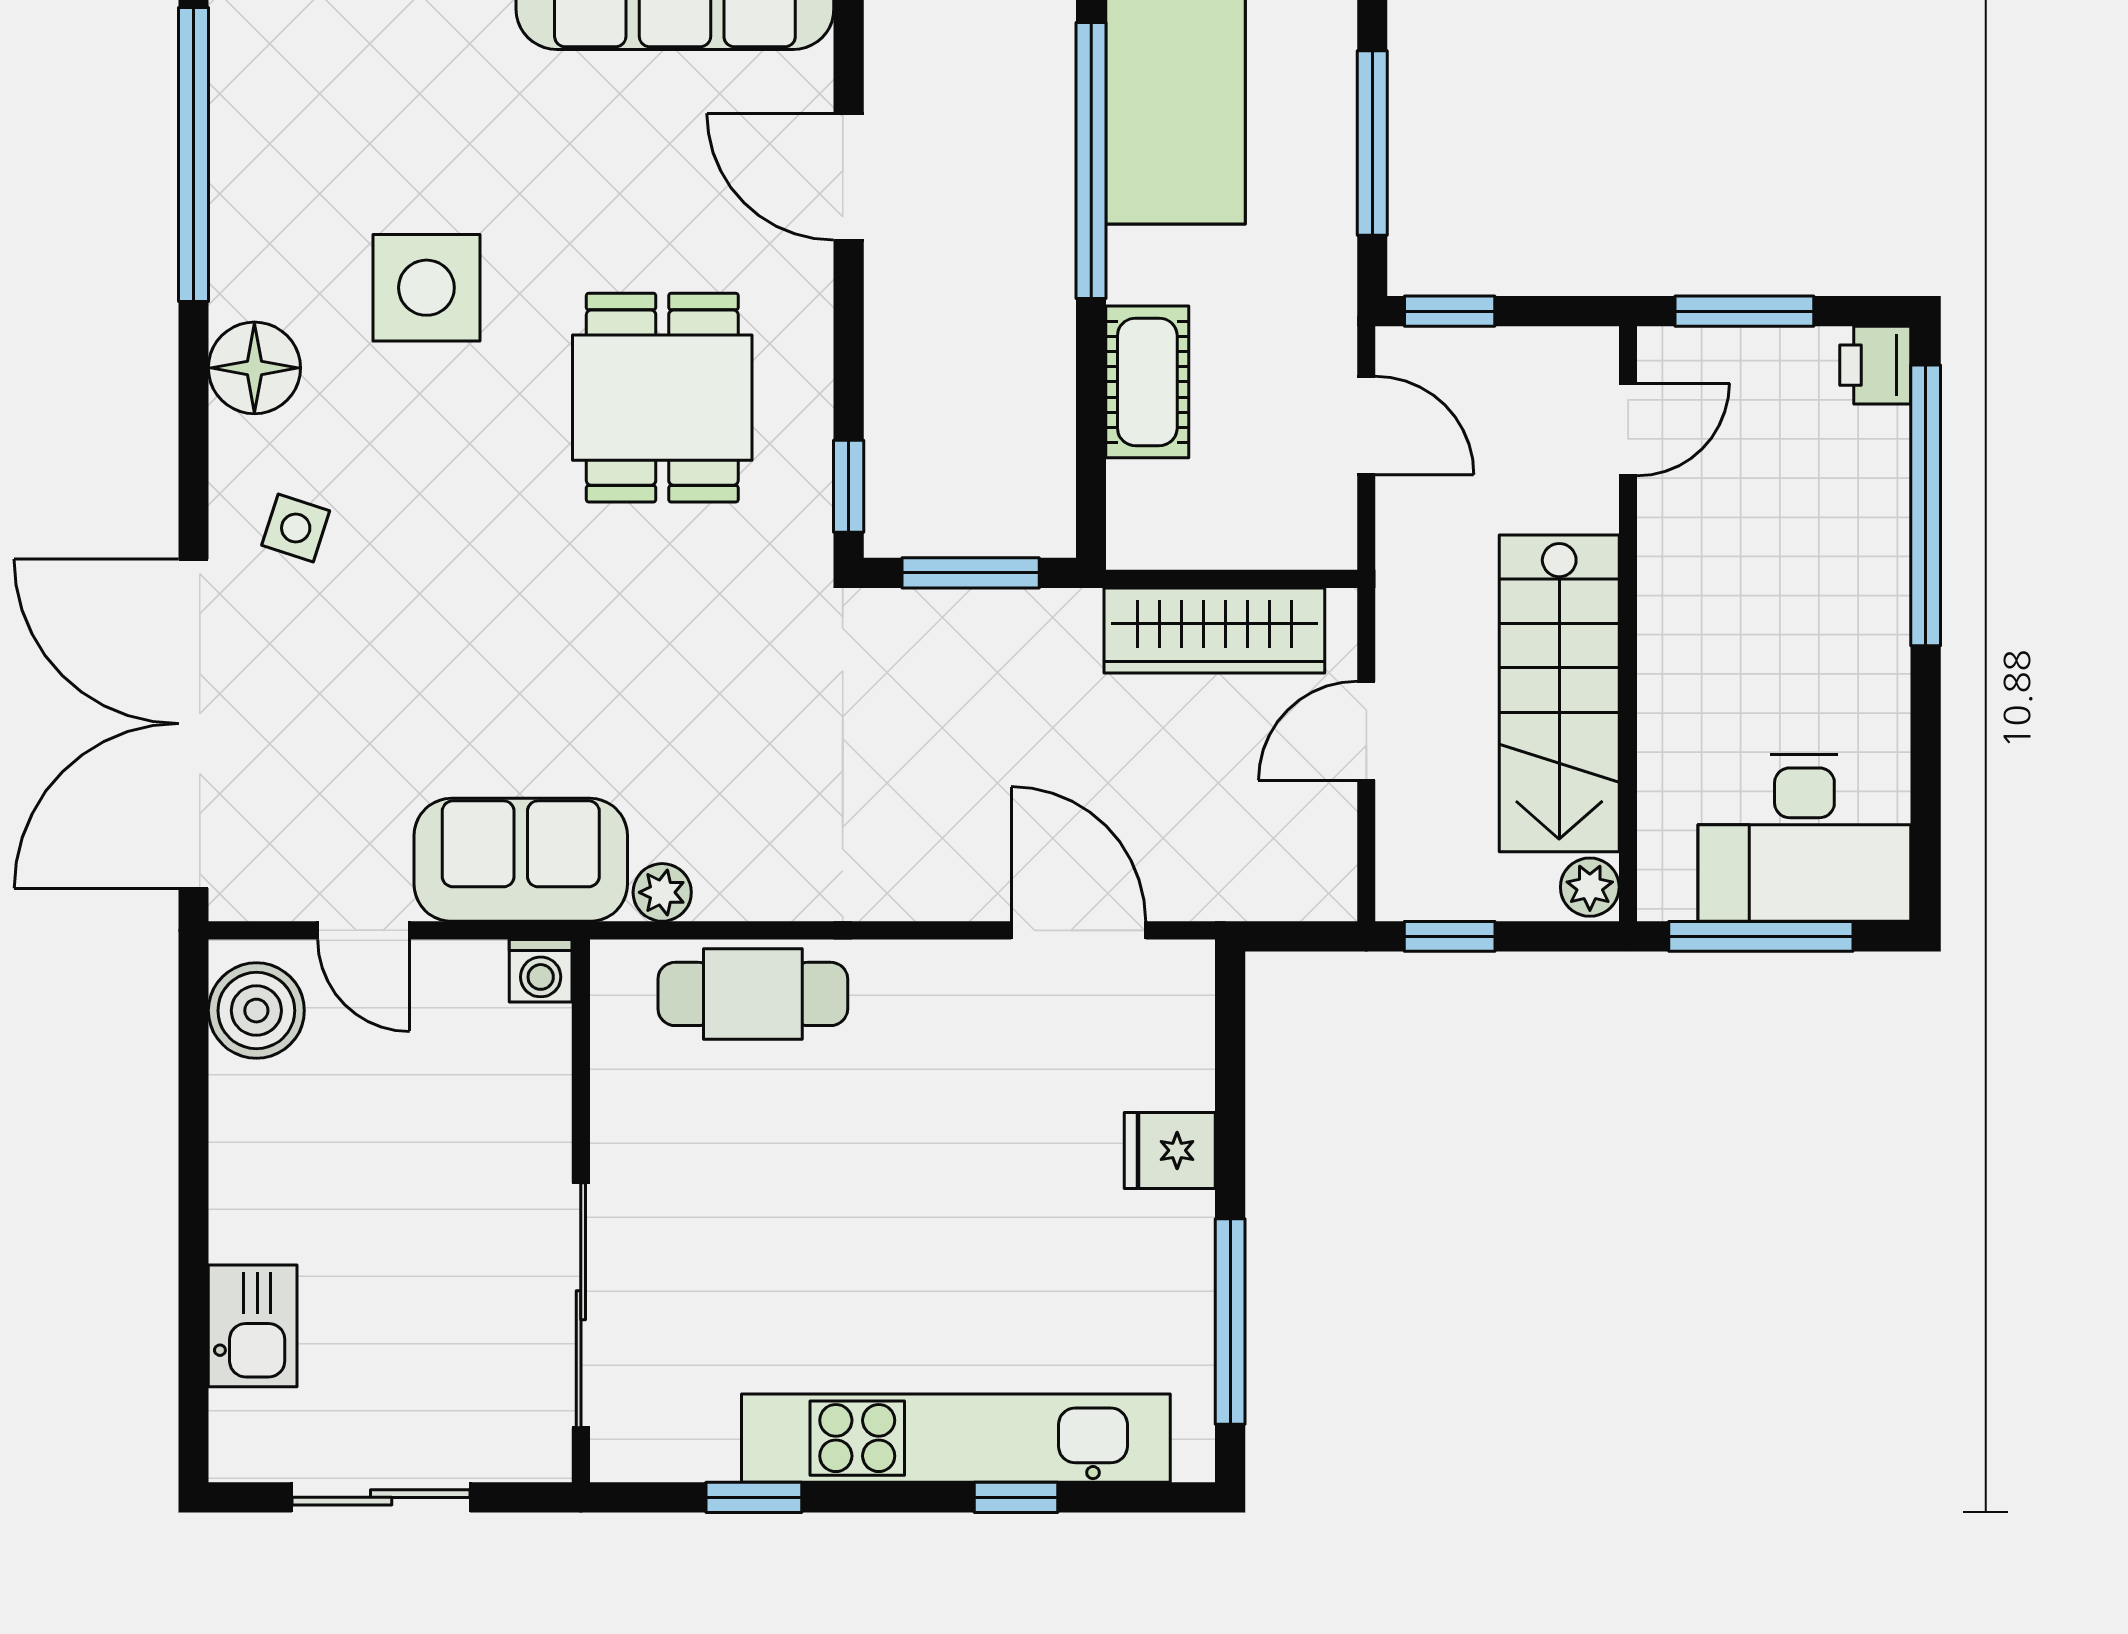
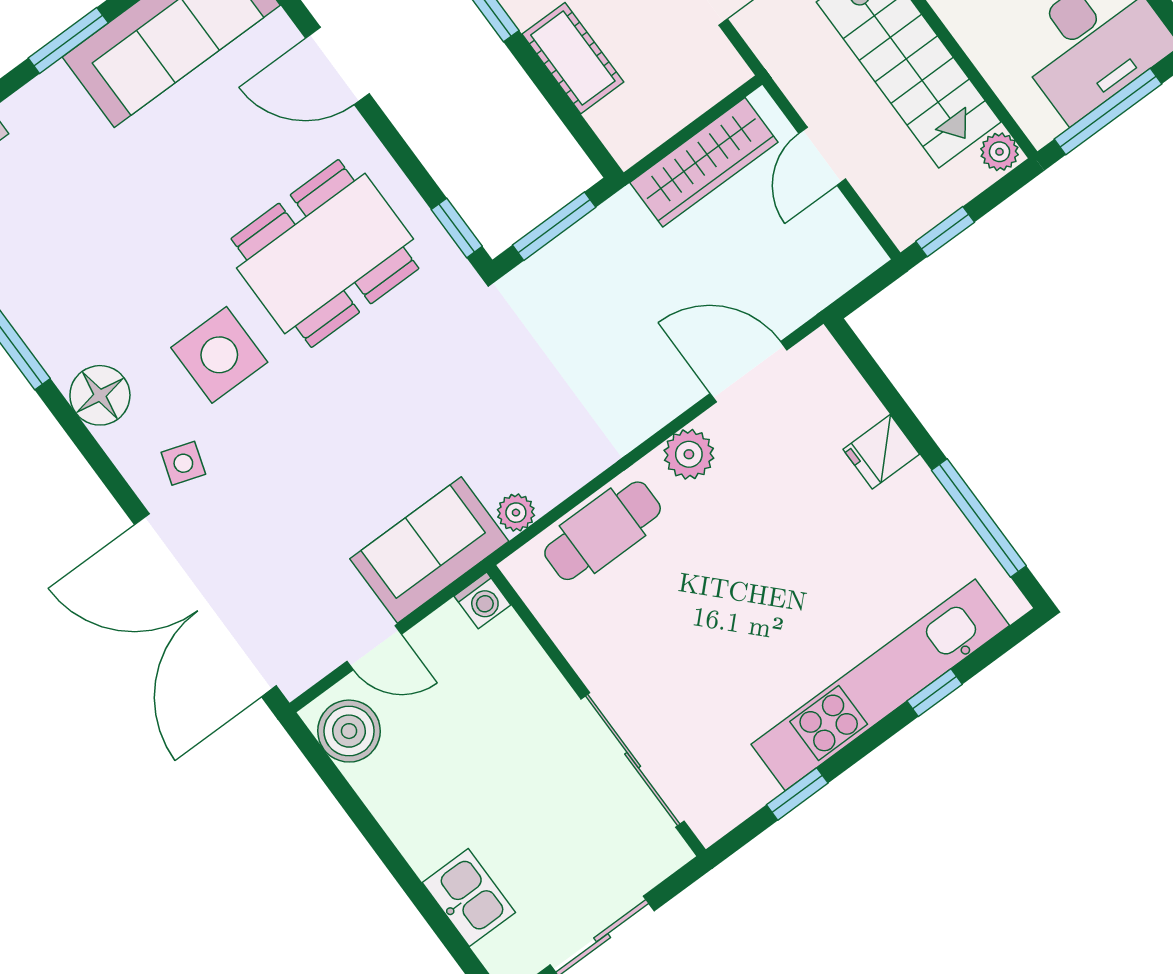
side table: (426, 288) -> (219, 355), moved
dining table: (662, 398) -> (325, 253), width x1.38
plant: (929, 978) -> (689, 454), added

